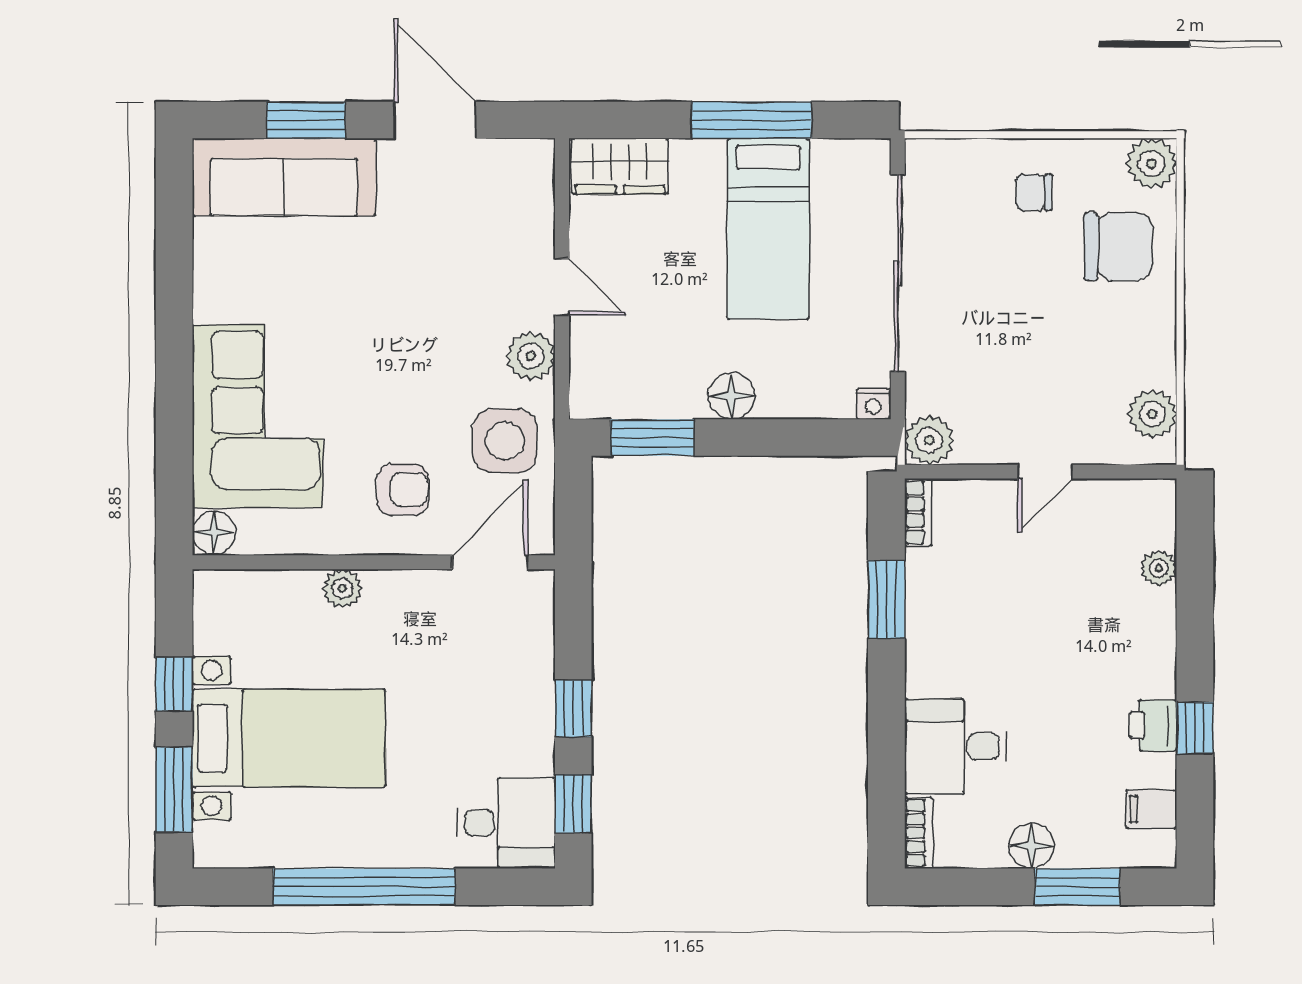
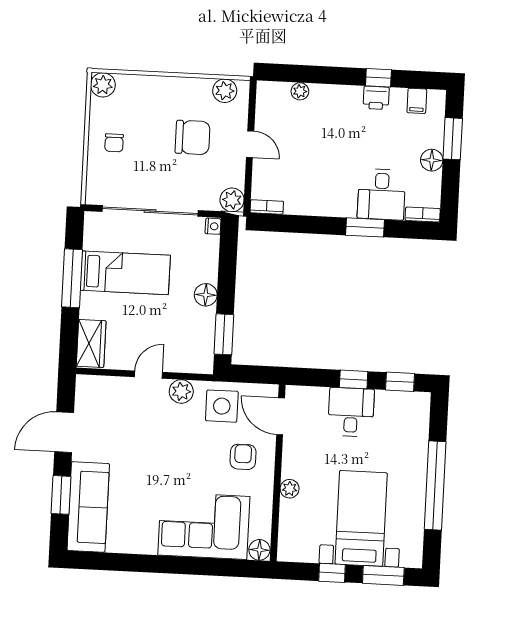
chair: (1118, 247) -> (193, 137), moved, turned 90
window: (886, 599) -> (365, 227), moved
desk: (506, 823) -> (351, 412), moved

